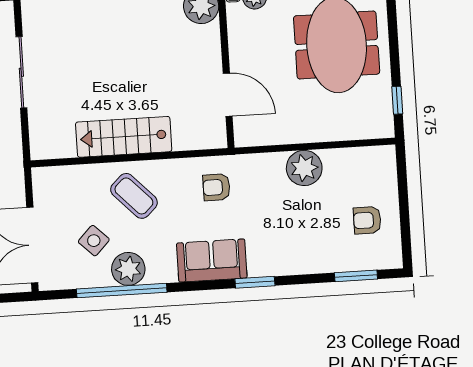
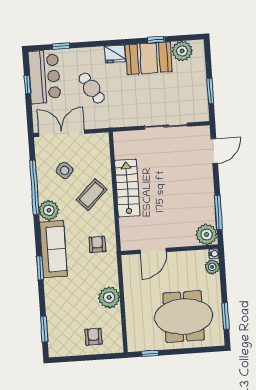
armchair: (367, 220) -> (93, 337), moved
sofa: (212, 261) -> (53, 249), width x1.36
plant: (128, 269) -> (49, 210), moved

